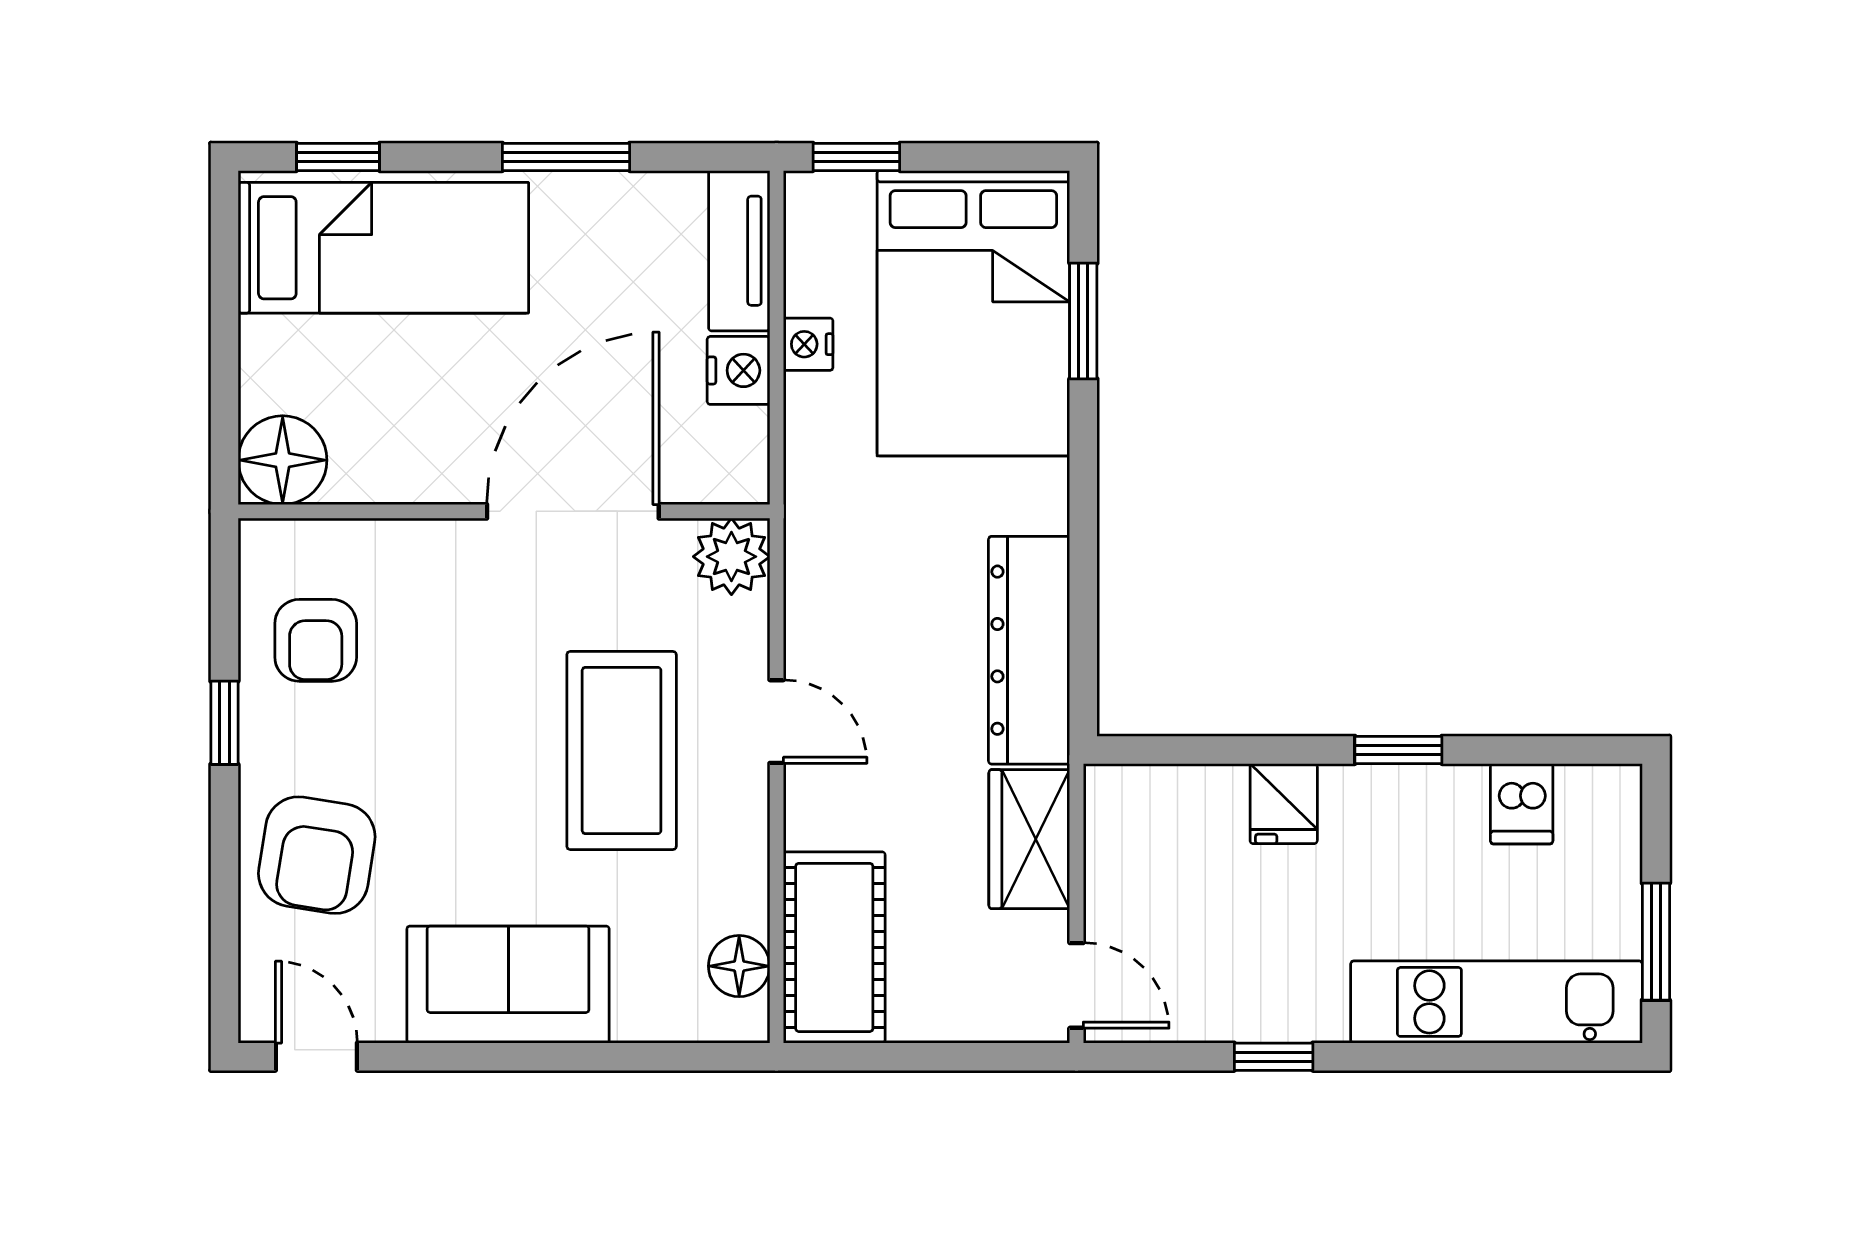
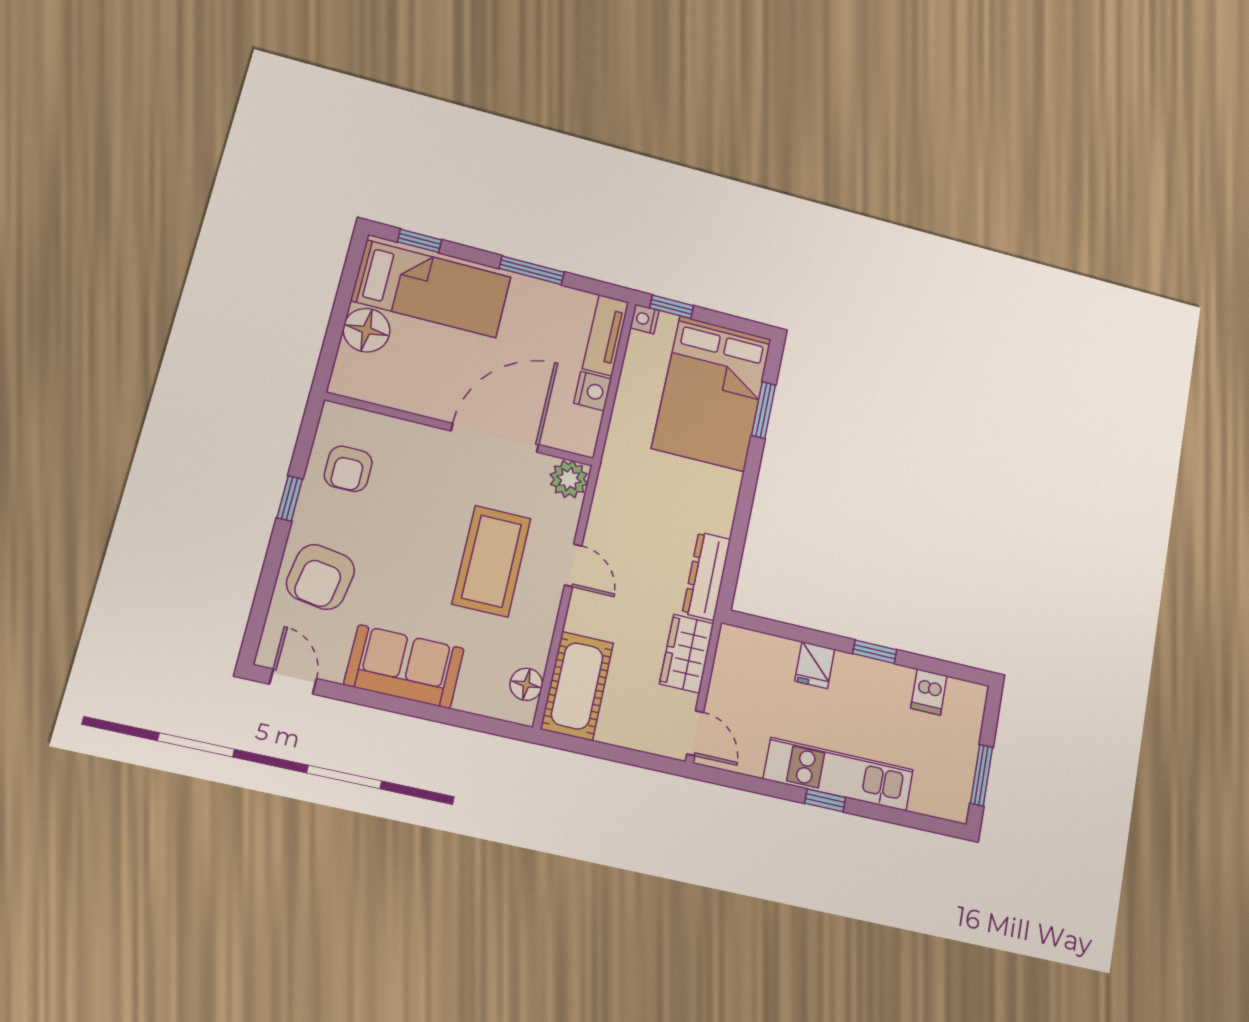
nightstand: (808, 344) -> (645, 319), moved
floor lamp: (283, 460) -> (367, 330), moved
dresser: (1029, 650) -> (707, 576), width x0.73, depth x0.80
kitchen unit: (1496, 1002) -> (839, 774), moved
window: (1274, 1057) -> (825, 800), moved

